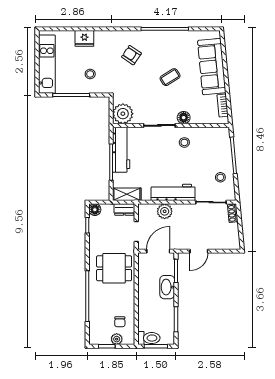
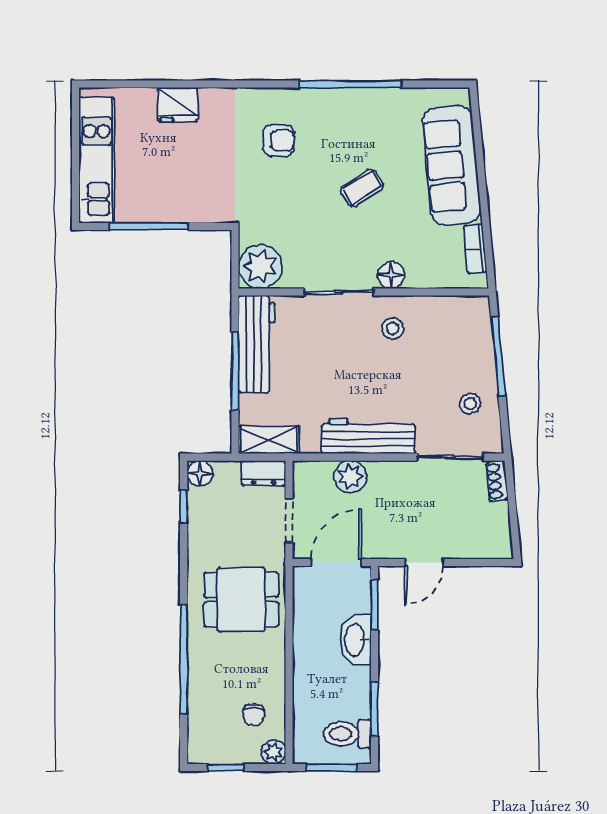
armchair: (131, 55) -> (279, 140), turned 146
stool: (90, 74) -> (190, 181), removed
toilet: (149, 338) -> (347, 734), moved, turned 180
plant: (117, 339) -> (274, 752), moved

